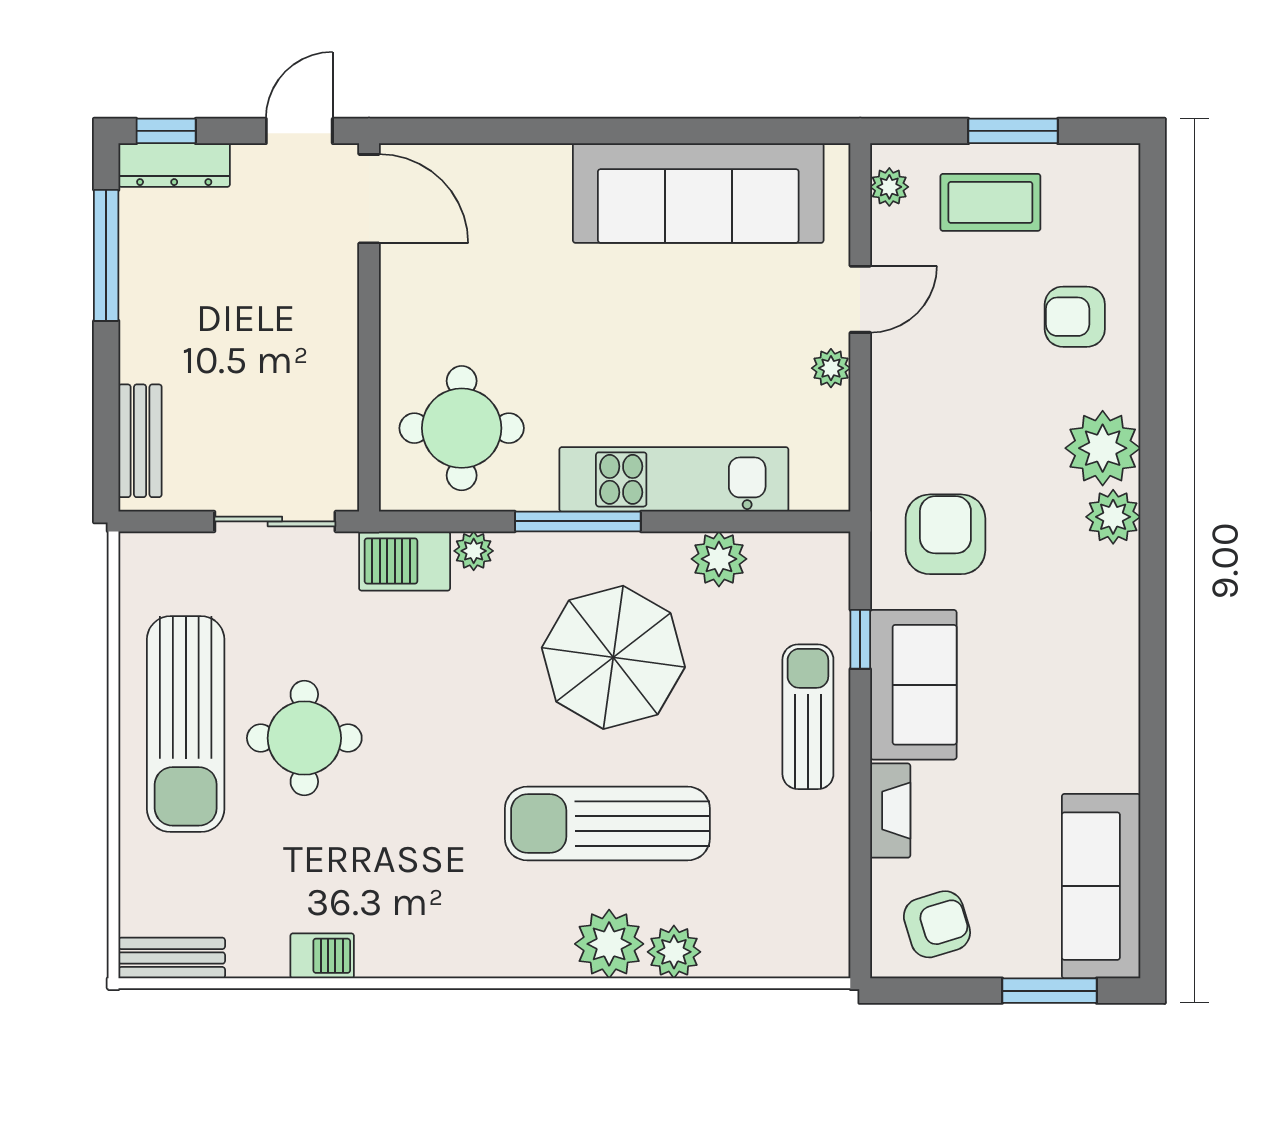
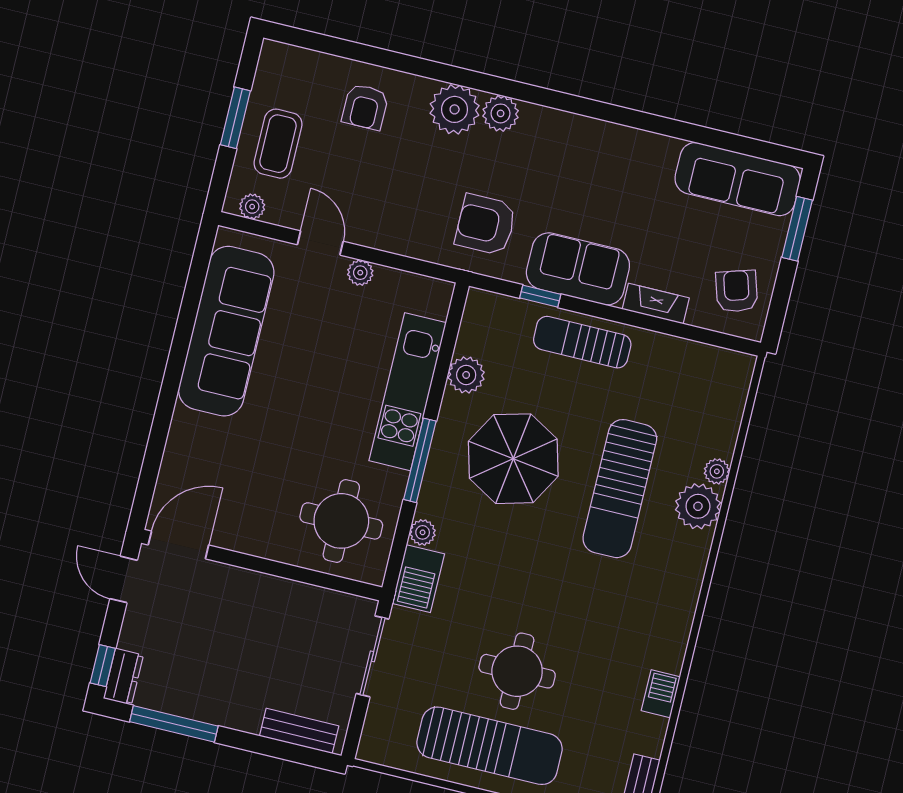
dresser: (174, 165) -> (123, 677), width x0.70
plant: (674, 952) -> (717, 471), width x0.73, depth x0.73

